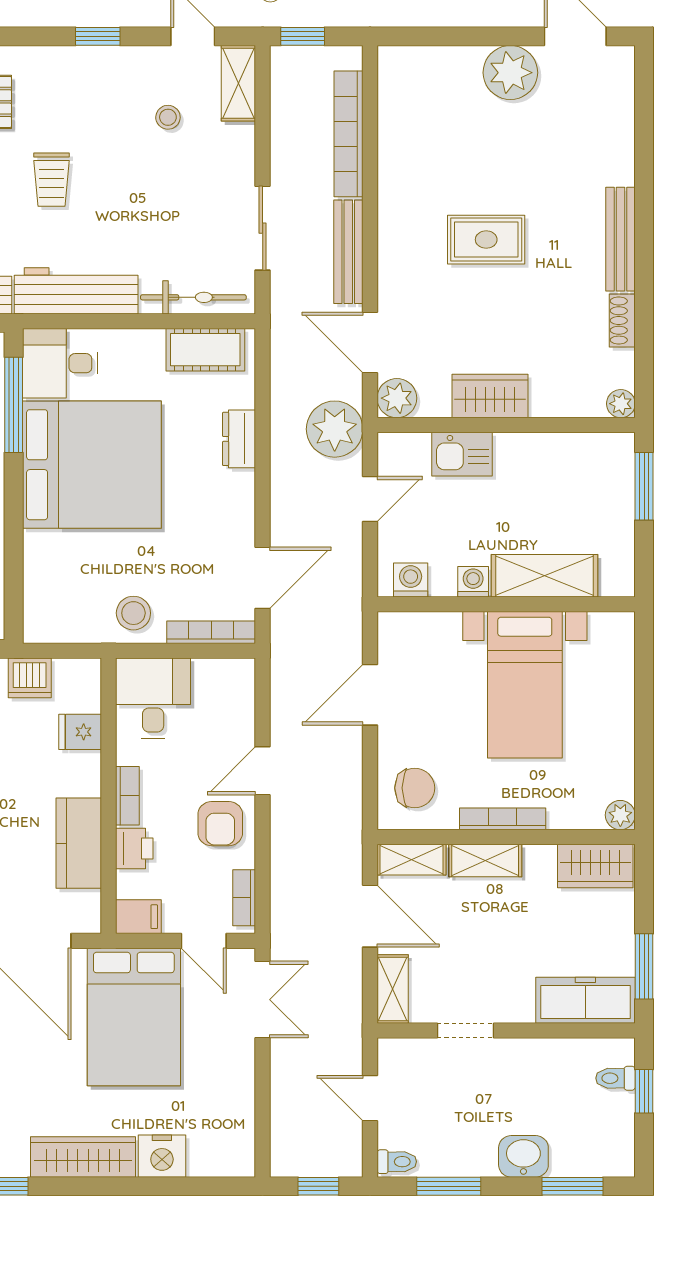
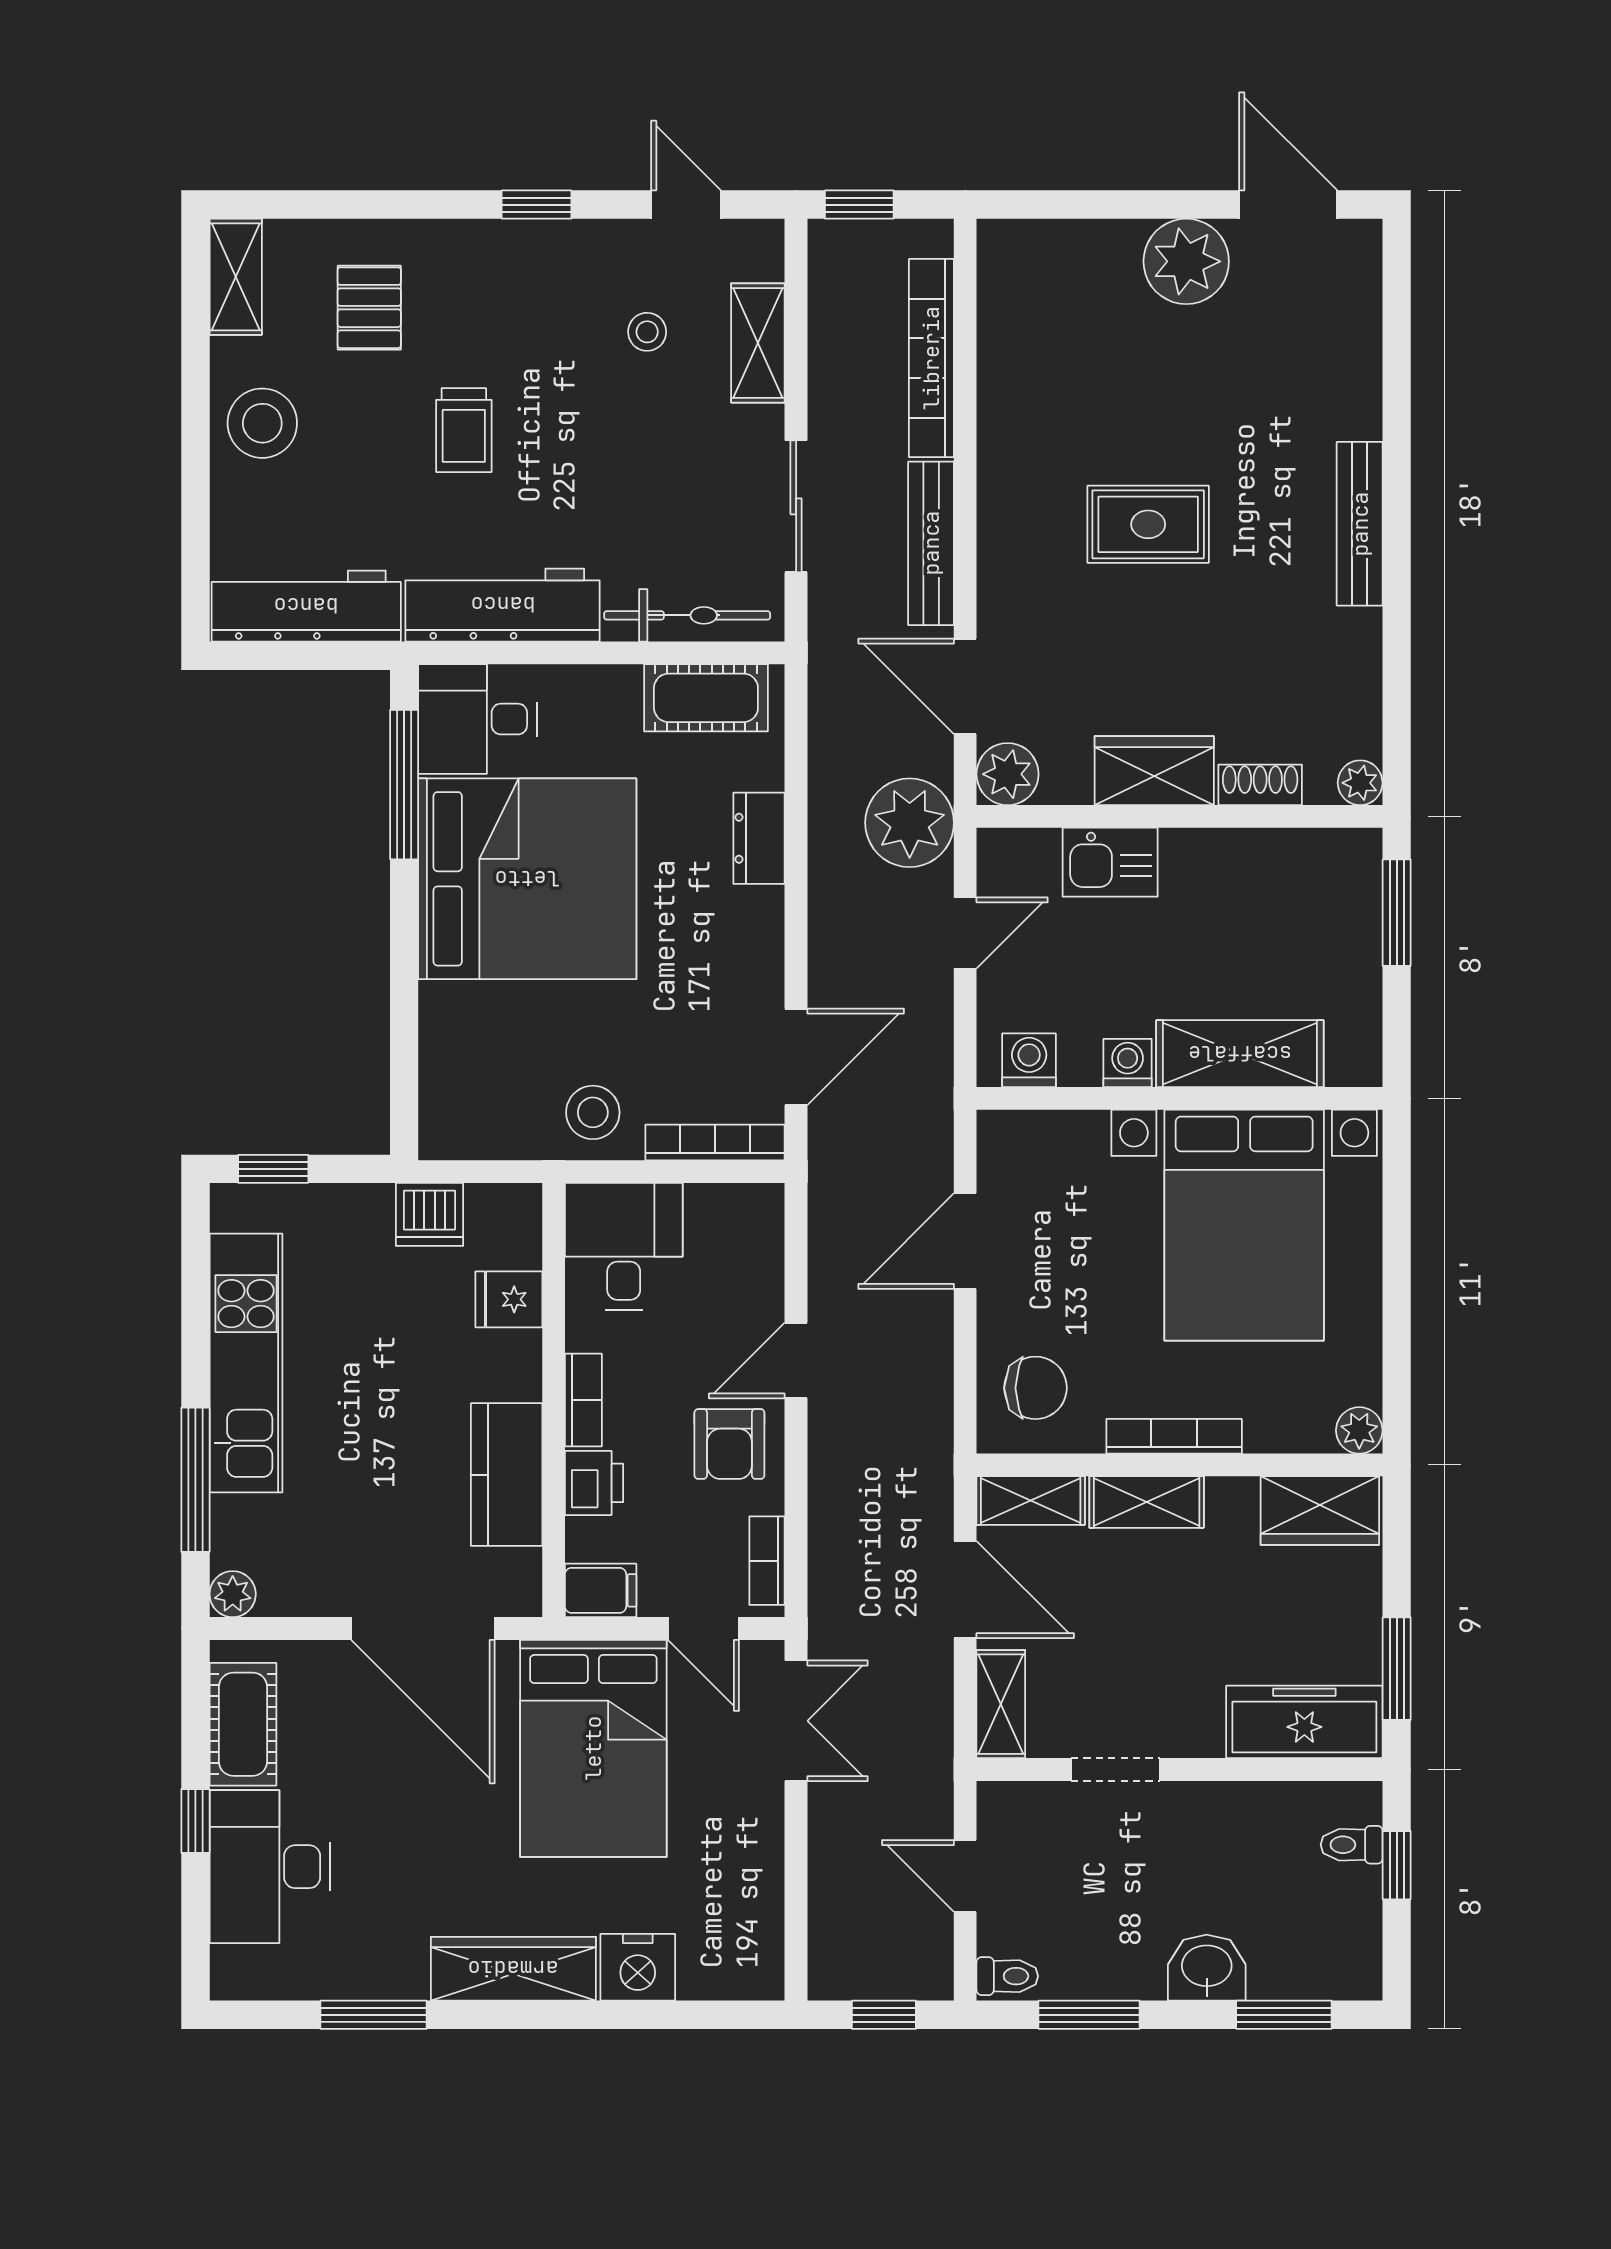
shelving: (238, 83) -> (758, 343), moved
shoe rack: (622, 321) -> (1260, 785), moved, turned 90
bed with nightstands: (525, 685) -> (1244, 1225), width x1.36

